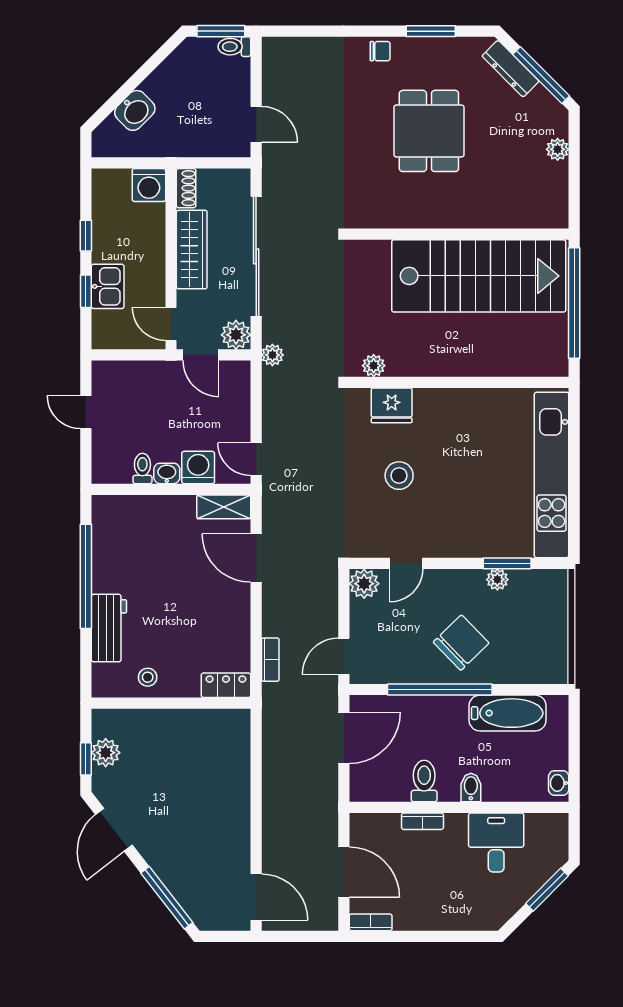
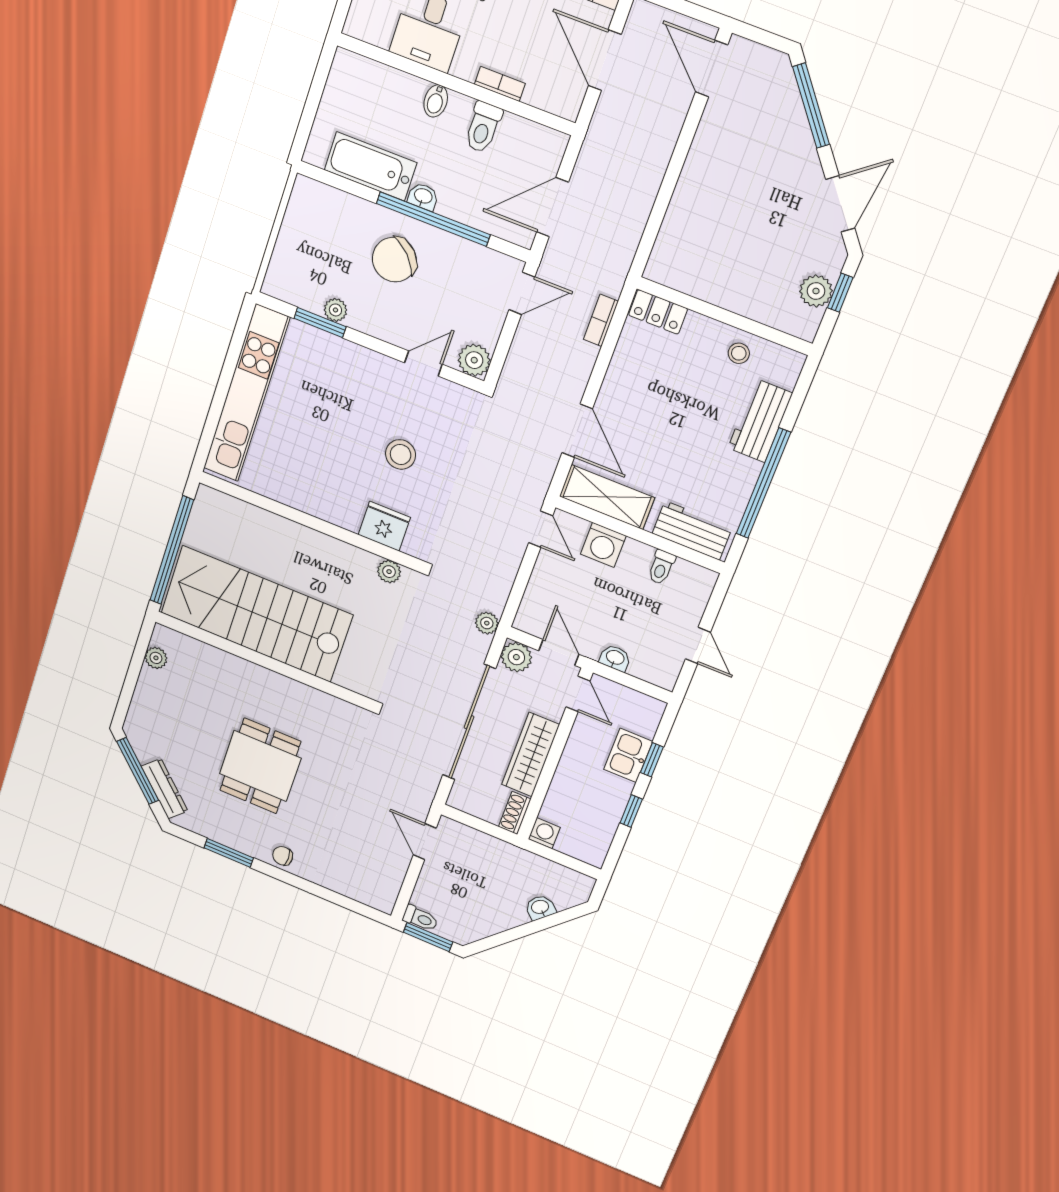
washbasin: (135, 110) -> (540, 907), width x0.72, depth x0.69
plant: (558, 149) -> (156, 658), moved
washing machine: (149, 185) -> (544, 833), width x0.73, depth x0.73
washbasin: (167, 473) -> (615, 658), moved, turned 180
shelving: (224, 507) -> (607, 497), width x1.50, depth x1.33
workbench: (129, 511) -> (692, 530), added
washbasin: (559, 783) -> (423, 197), moved, turned -90

